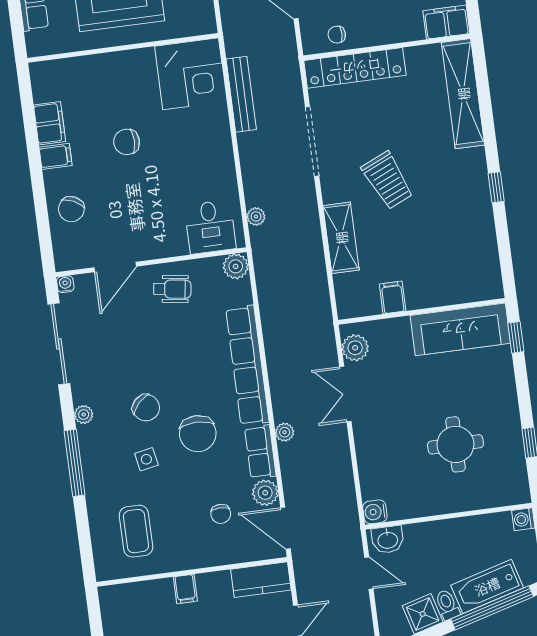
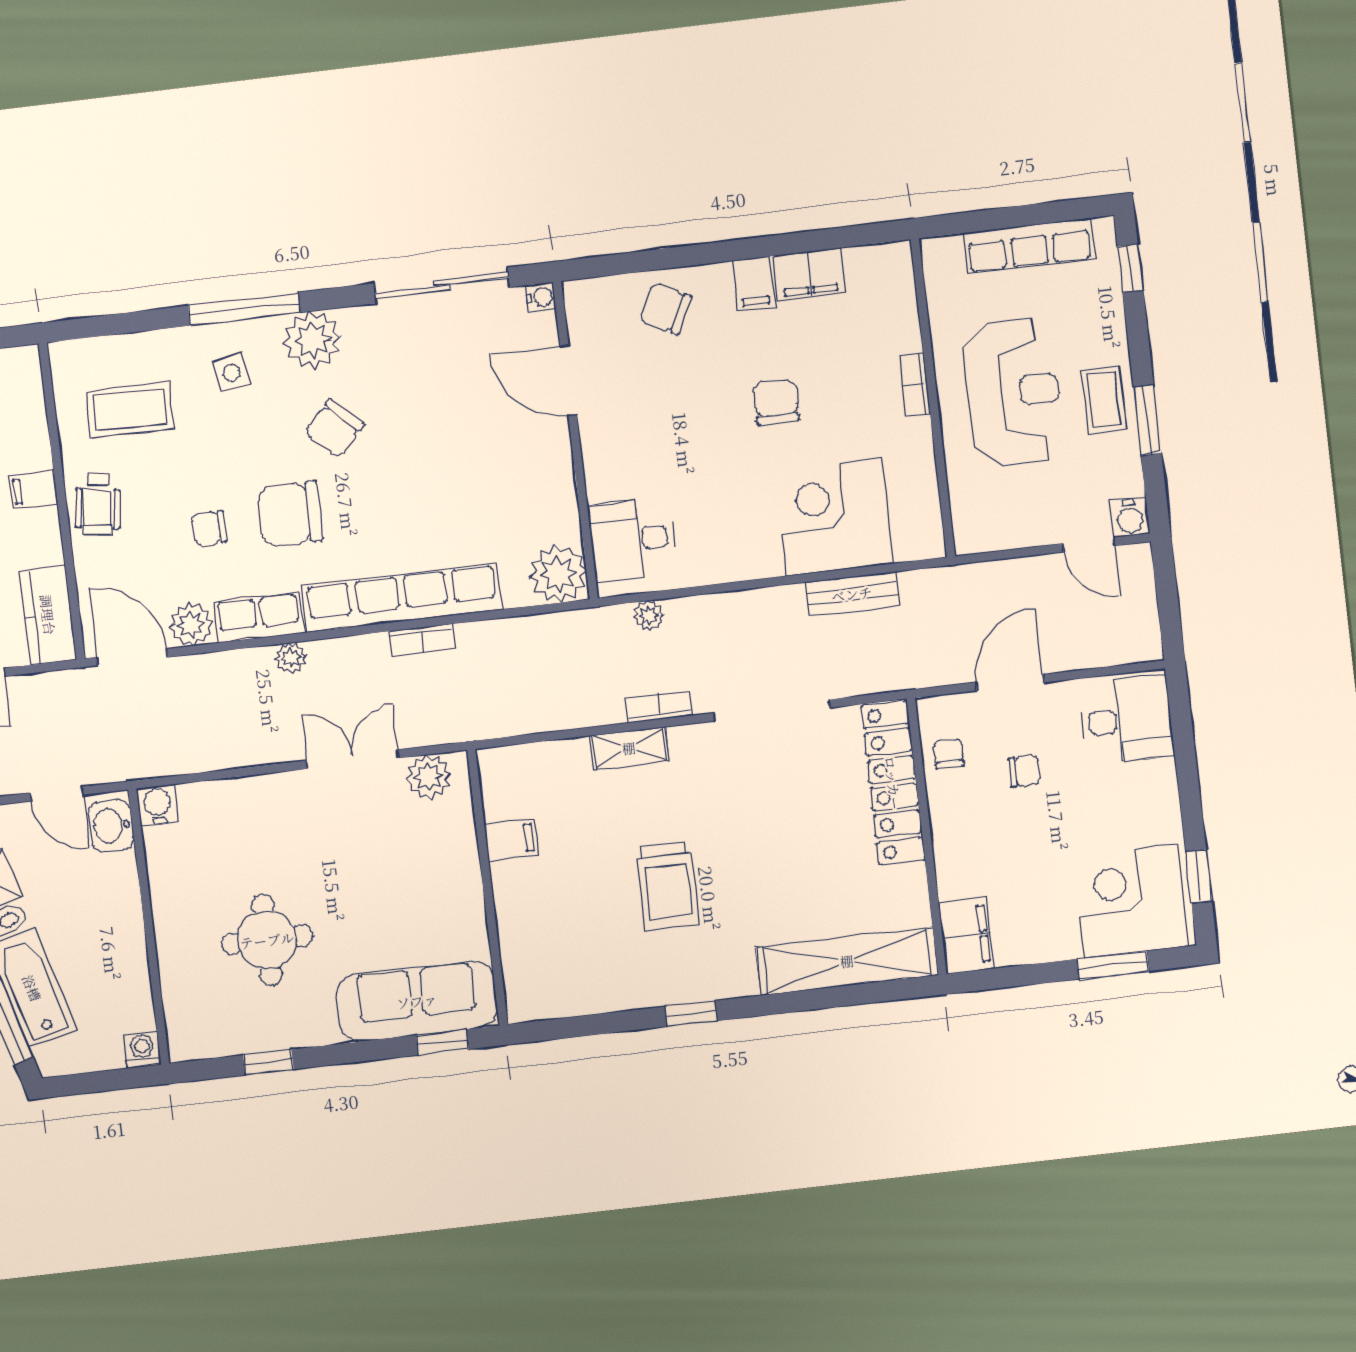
bookcase: (115, 59) -> (915, 385), added
corner desk: (191, 74) -> (834, 517), moved, turned 90
bench: (241, 94) -> (852, 594), width x0.73
trolley: (387, 180) -> (668, 886), moved, turned -66
bookcase: (311, 209) -> (659, 706), added
shelving: (341, 238) -> (629, 748), width x0.67, depth x0.75
plant: (236, 266) -> (558, 574), width x1.36, depth x1.36
wheelchair: (172, 289) -> (98, 504), moved
sofa: (460, 329) -> (417, 1001), moved, turned 90
bookcase: (272, 353) -> (422, 640), added
plant: (84, 414) -> (312, 340), width x1.88, depth x1.88
side table: (146, 459) -> (231, 372), moved
chair: (221, 514) -> (209, 528), moved
door: (285, 528) -> (132, 657), hinge flipped
door: (369, 573) -> (56, 794), hinge flipped

